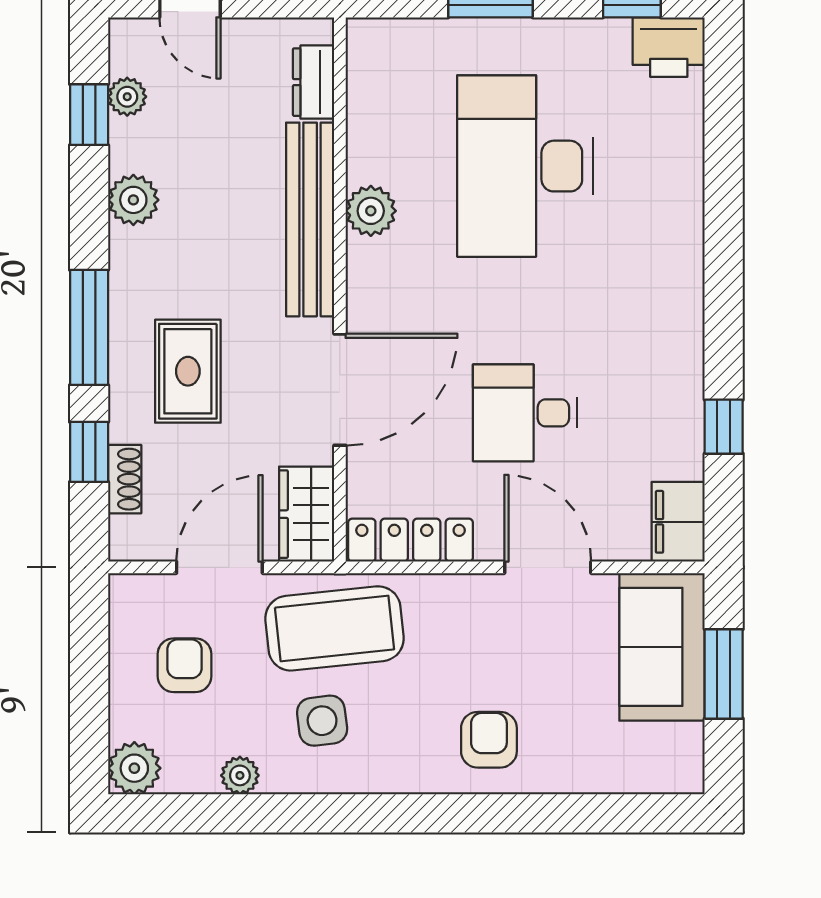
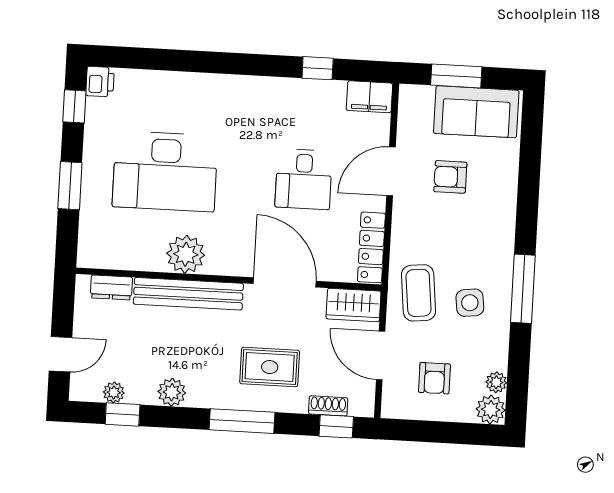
printer: (669, 47) -> (100, 82), width x0.73, depth x0.81
plant: (371, 211) -> (186, 254), width x1.36, depth x1.36
window: (89, 452) -> (336, 426), moved
coffee table: (335, 628) -> (419, 293), width x0.73, depth x0.76
sofa: (662, 647) -> (476, 112), moved
armchair: (184, 665) -> (434, 378), turned -90
armchair: (489, 740) -> (450, 177), moved
plant: (240, 775) -> (496, 382), moved
window: (352, 813) -> (523, 289), added

